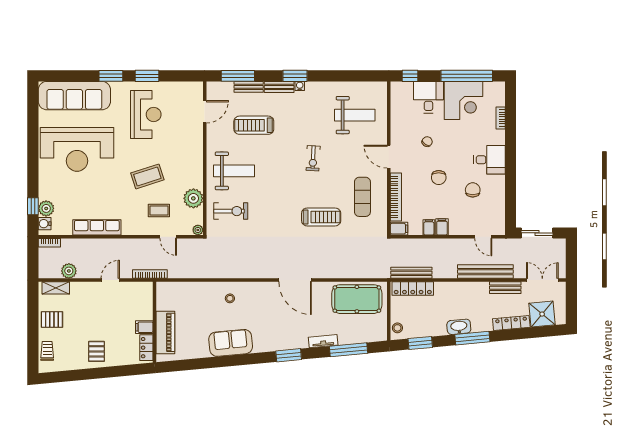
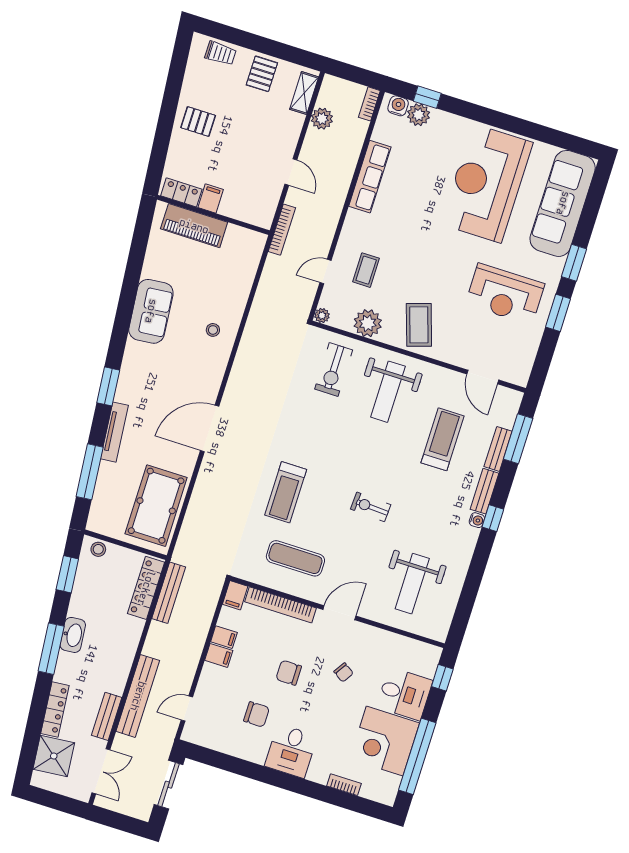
window: (295, 76) -> (493, 518), width x0.67
coffee table: (147, 176) -> (419, 325), moved
tv unit: (323, 341) -> (114, 432), width x1.41

